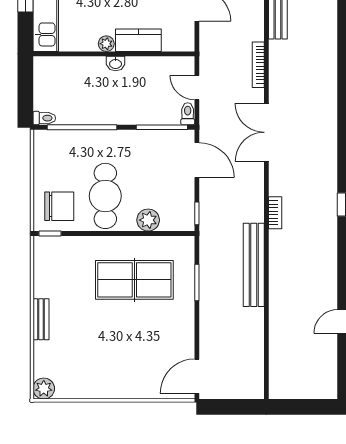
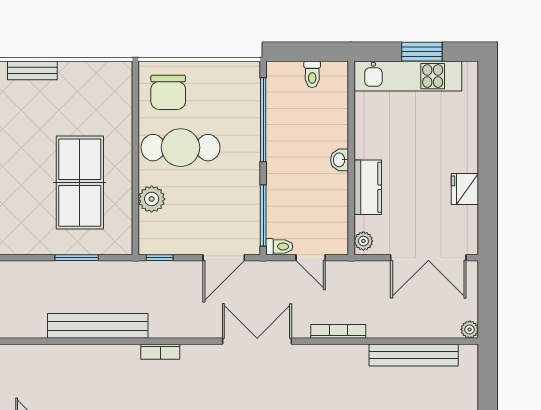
plant: (106, 44) -> (363, 241), moved
door: (197, 88) -> (311, 258), swing flipped
toilet: (44, 118) -> (312, 74), moved
window: (50, 233) -> (135, 81), removed

